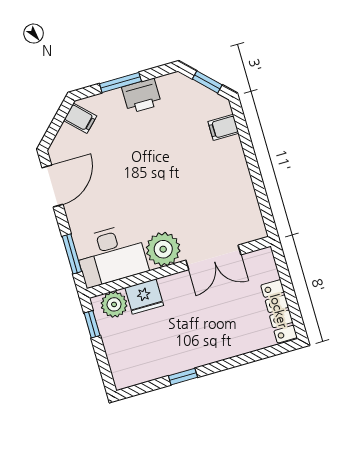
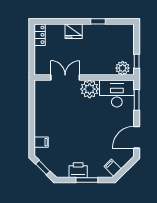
fridge: (144, 297) -> (74, 31), moved, turned 180
locker: (279, 311) -> (40, 35), width x0.66

